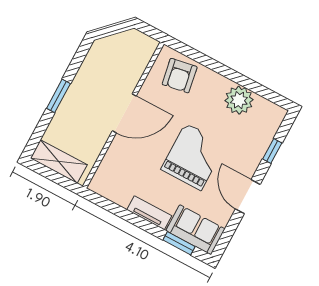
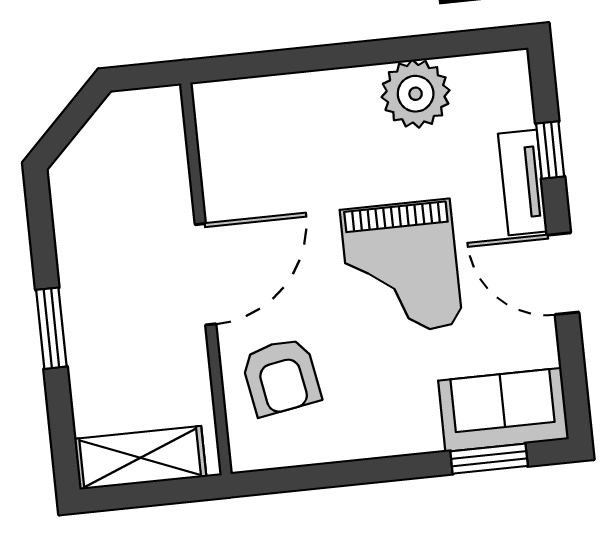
armchair: (180, 76) -> (281, 377), moved
grand piano: (193, 157) -> (401, 268), turned 180
tv unit: (149, 213) -> (523, 182), moved, turned -90

